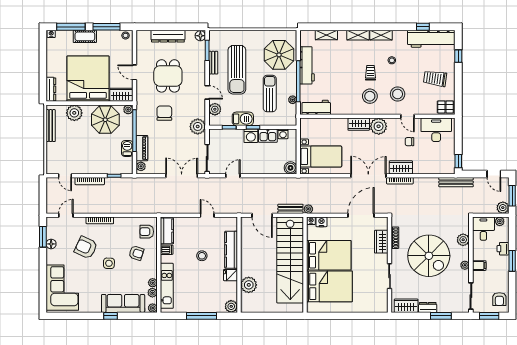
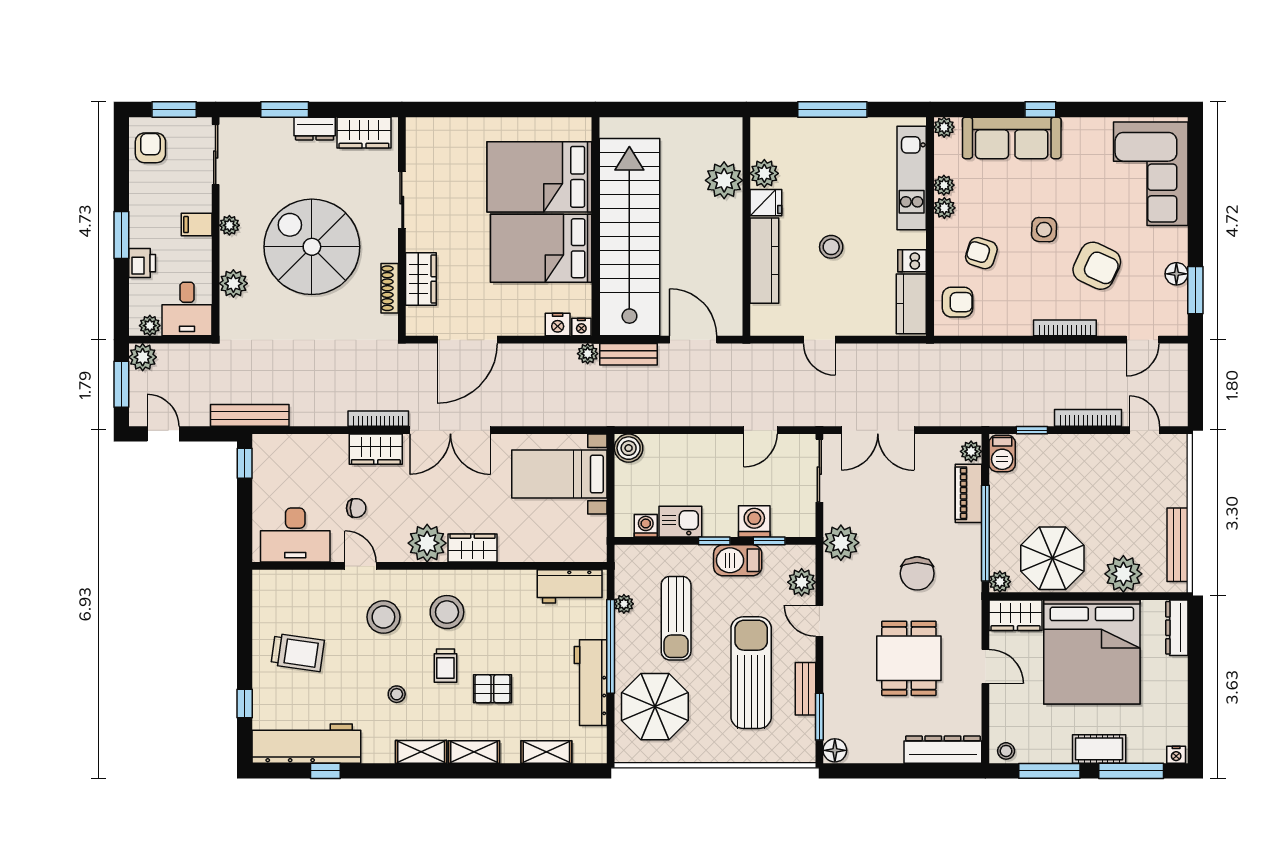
dresser: (168, 36) -> (943, 750), moved
pallet: (446, 107) -> (492, 689), moved
washing machine: (251, 136) -> (754, 521), moved
barbecue: (127, 148) -> (1002, 453), moved
plant: (152, 293) -> (944, 208), moved
plant: (231, 306) -> (764, 173), moved

